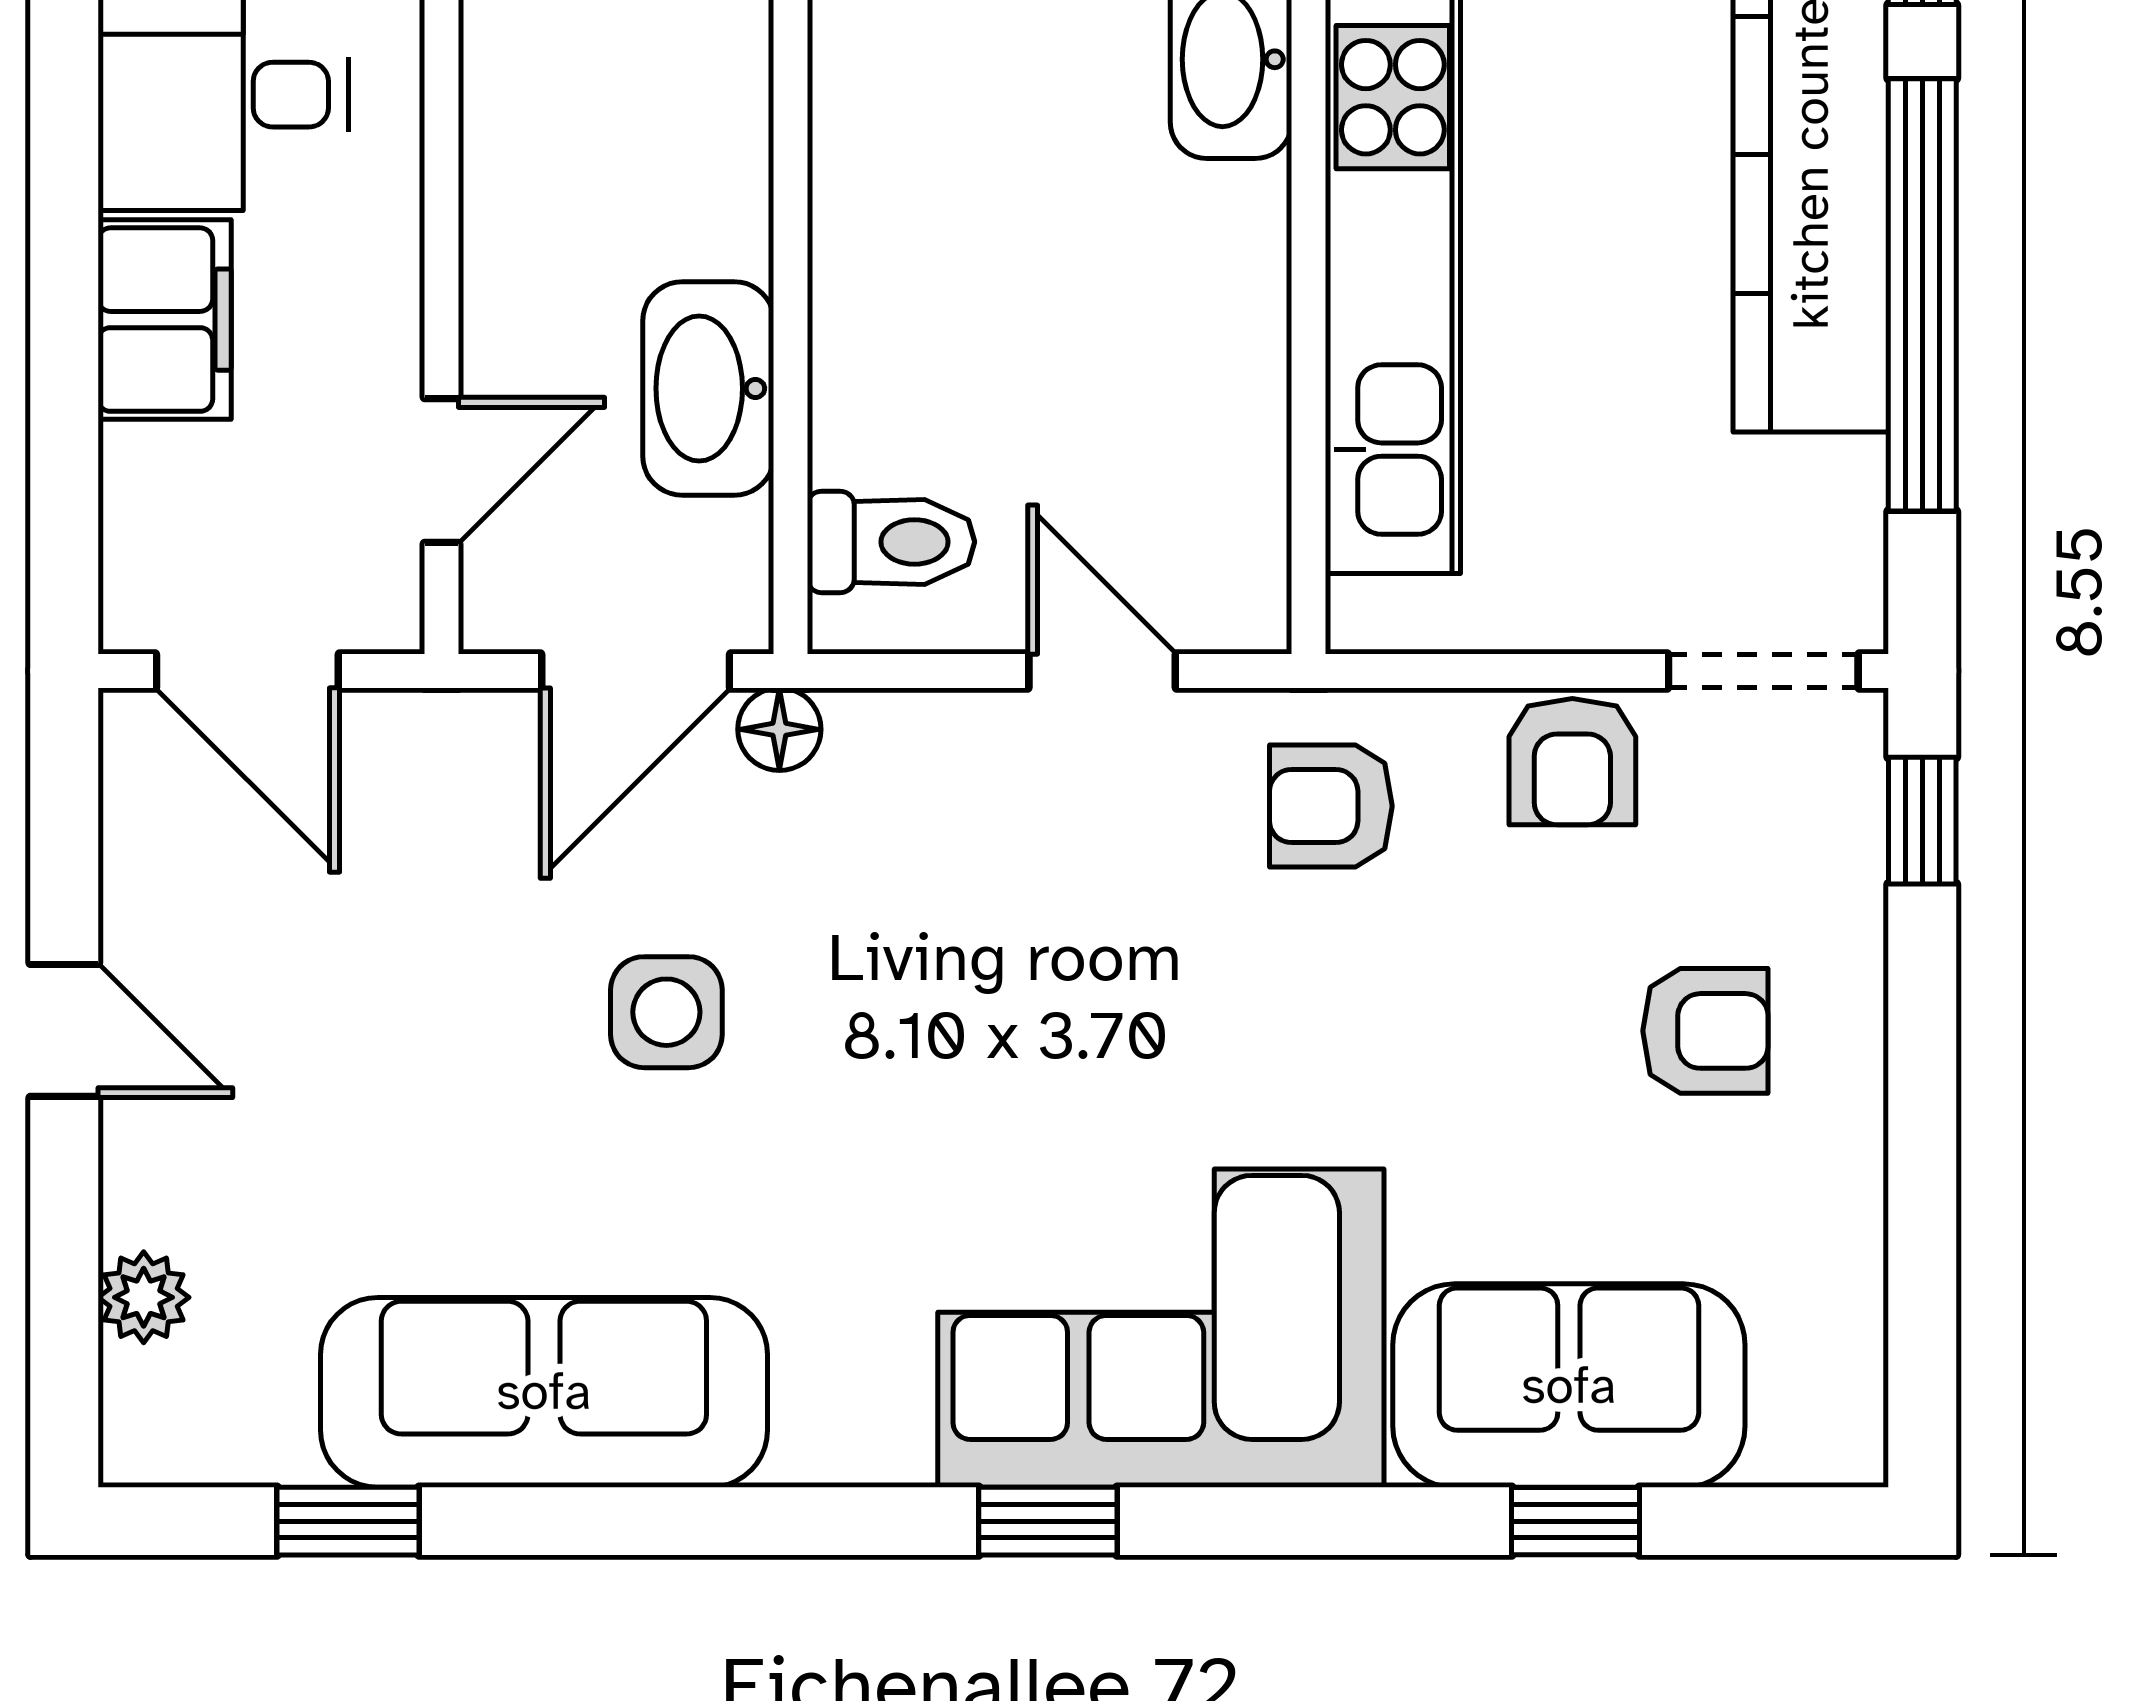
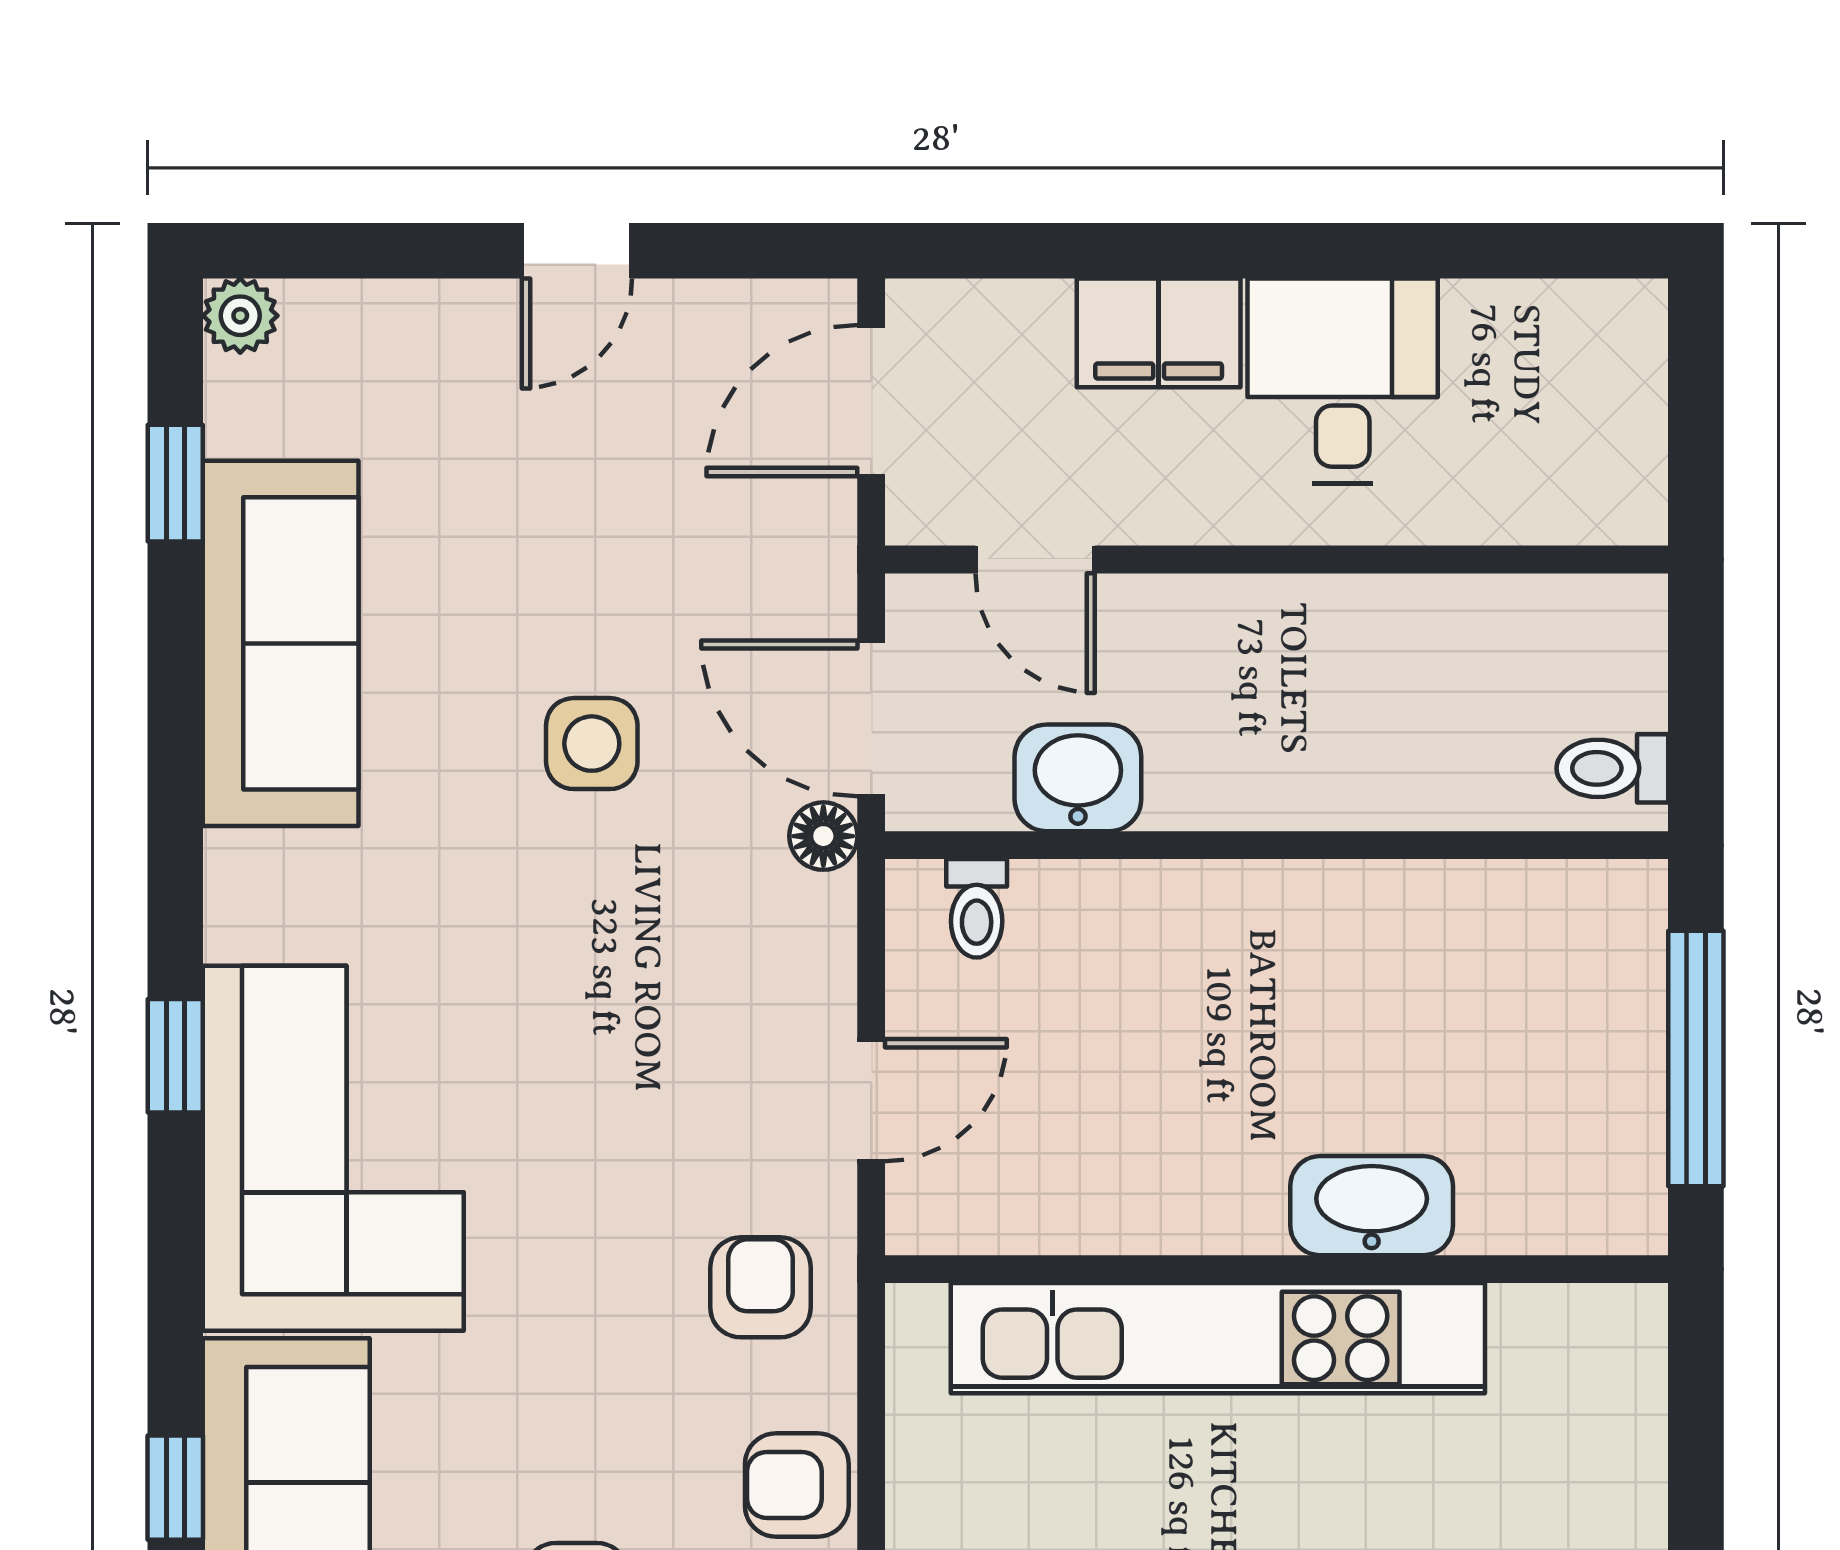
washbasin: (708, 388) -> (1078, 778), width x0.72
toilet: (891, 542) -> (977, 908), width x0.73, depth x0.72
plant: (144, 1297) -> (240, 316), moved

